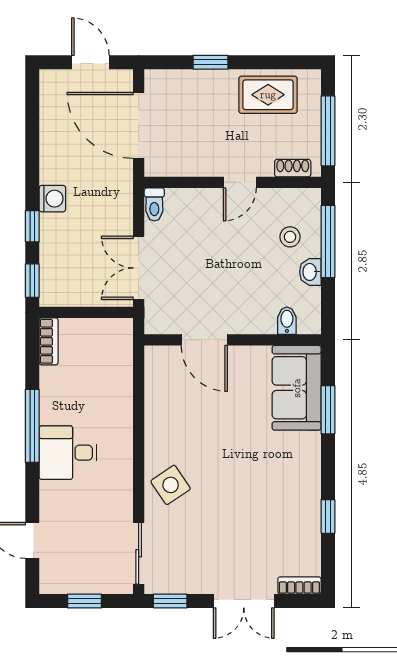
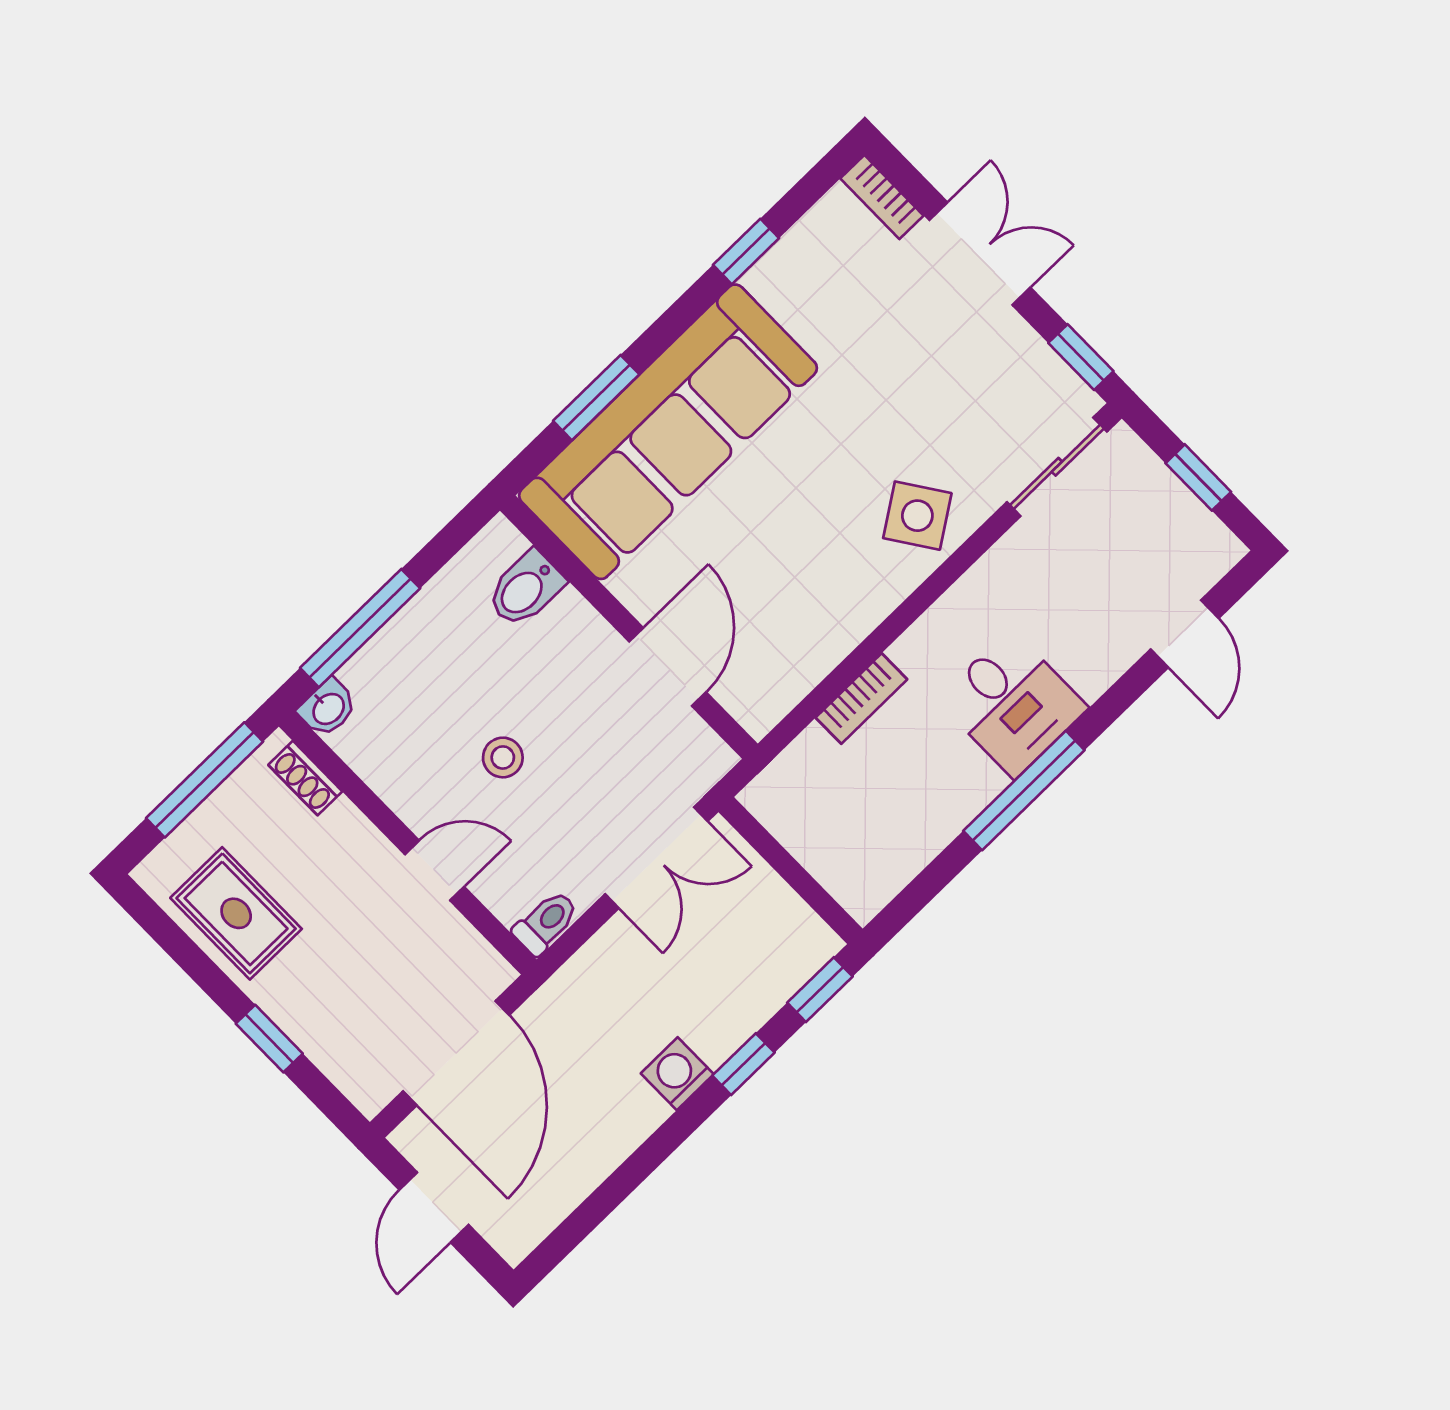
door: (240, 182) -> (435, 870), moved
stool: (290, 237) -> (503, 757), moved
washbasin: (310, 272) -> (328, 708), moved
bidet: (287, 321) -> (525, 589), width x1.38, depth x1.36
bookcase: (49, 341) -> (861, 699), moved, turned 180
sofa: (297, 388) -> (668, 432), width x1.85, depth x1.27

